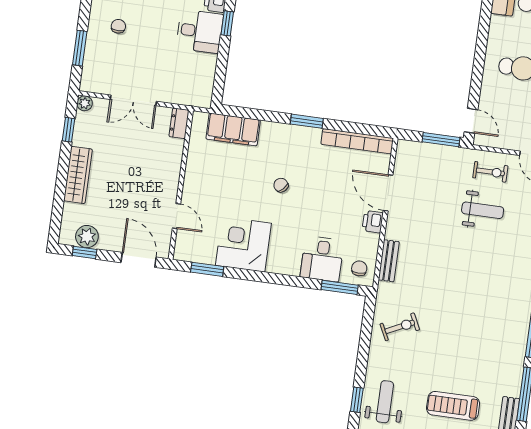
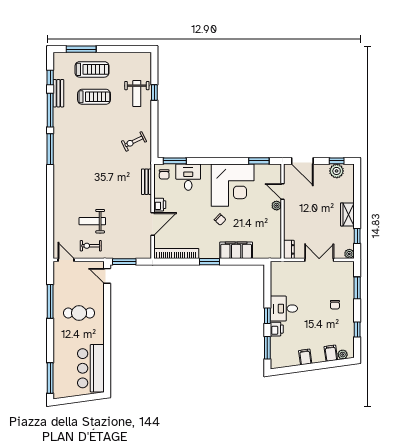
filing cabinet: (233, 129) -> (236, 250), moved
wardrobe: (78, 175) -> (347, 214), width x0.67
door: (388, 193) -> (153, 224), hinge flipped
plant: (189, 195) -> (277, 206), added
corner desk: (243, 244) -> (233, 185), width x1.36, depth x1.36

